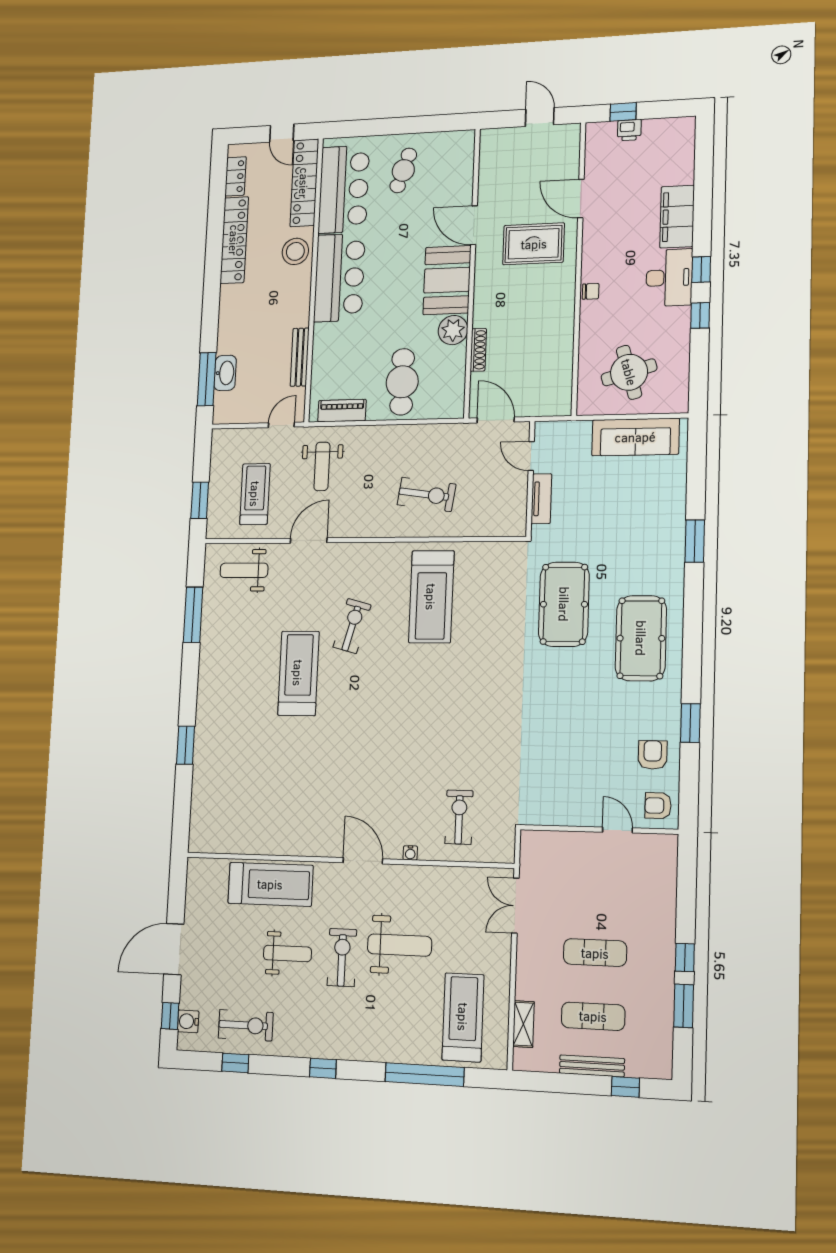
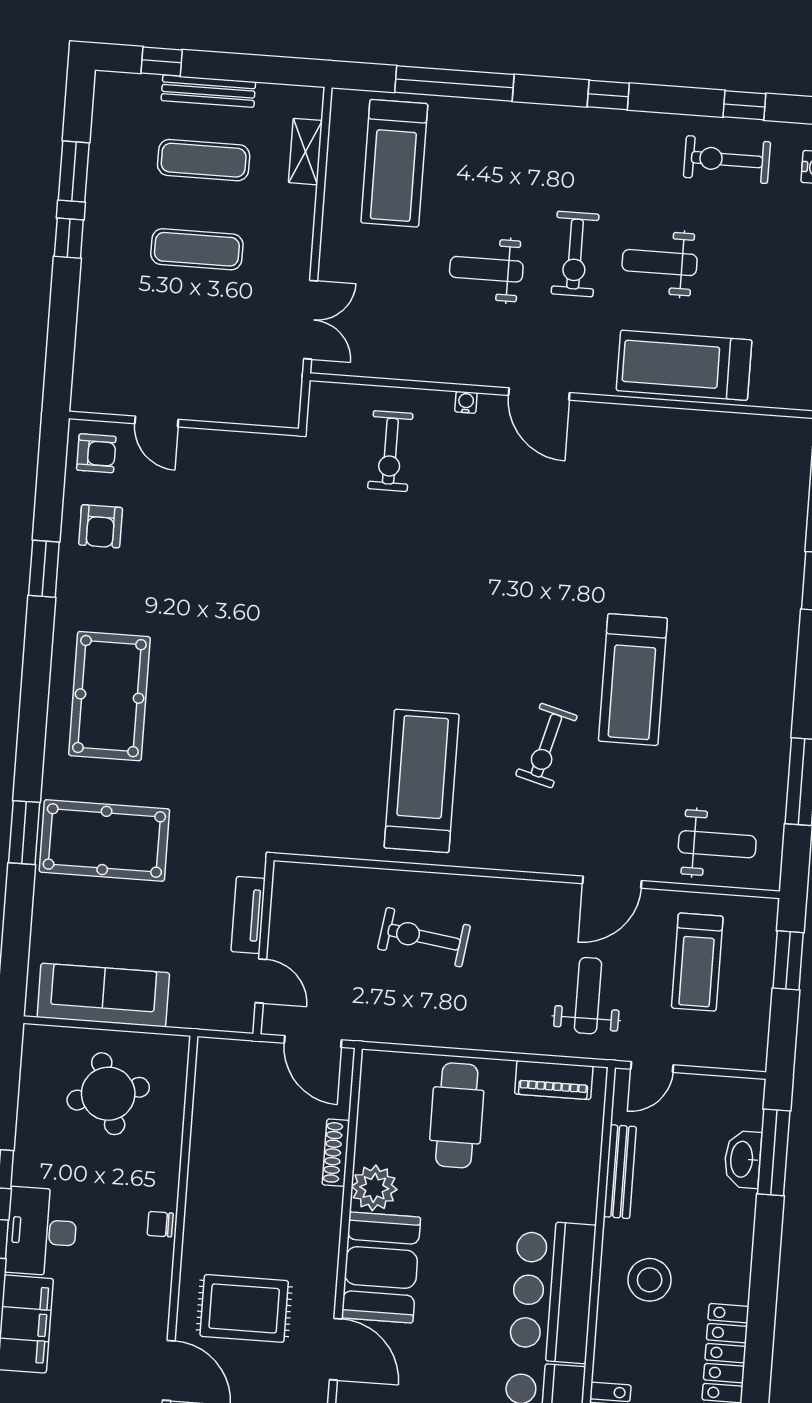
stool: (295, 251) -> (650, 1280), moved
pool table: (564, 604) -> (104, 840), moved, turned 90
weight bench: (400, 945) -> (486, 269), width x0.73, depth x0.75

